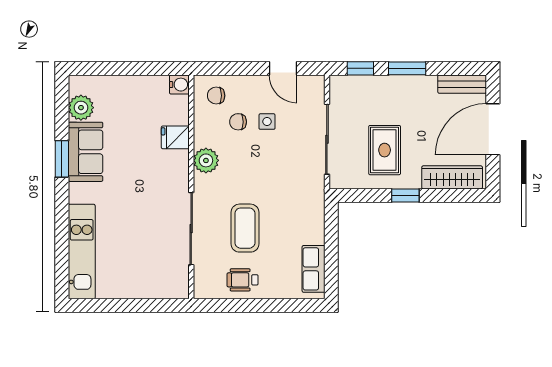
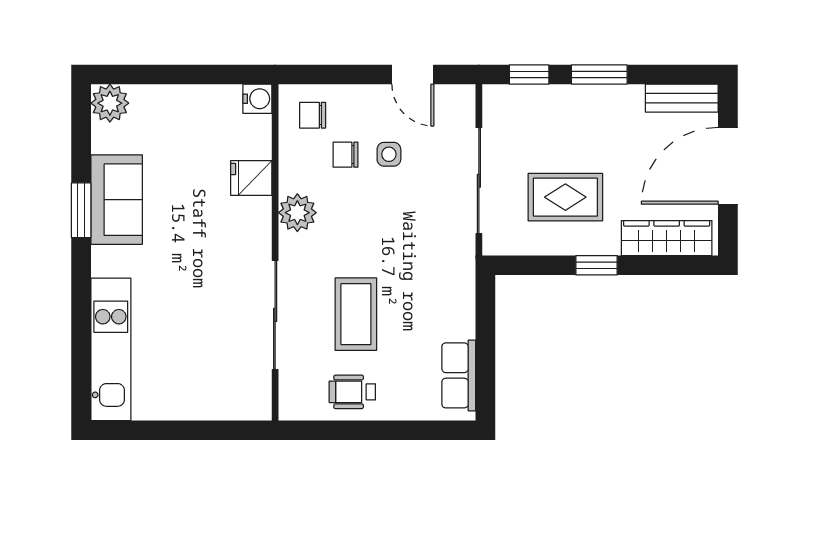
plant: (81, 108) -> (110, 103), moved
rug: (385, 150) -> (565, 197), turned 90

